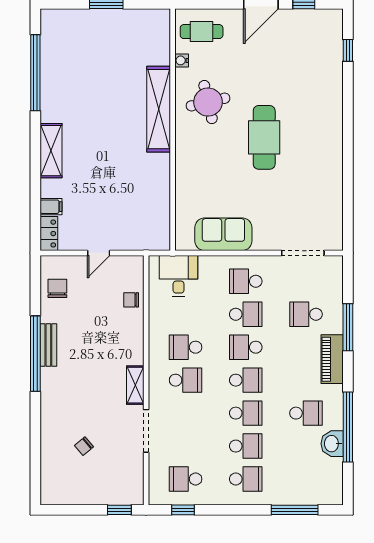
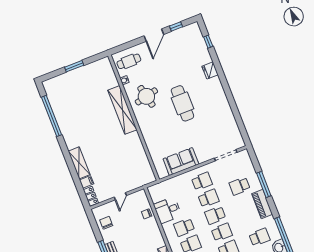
fridge: (332, 100) -> (210, 70), added
shelving: (51, 151) -> (79, 163), moved
desk: (179, 276) -> (168, 210), moved, turned -90
school desk: (246, 281) -> (202, 181), turned 180

